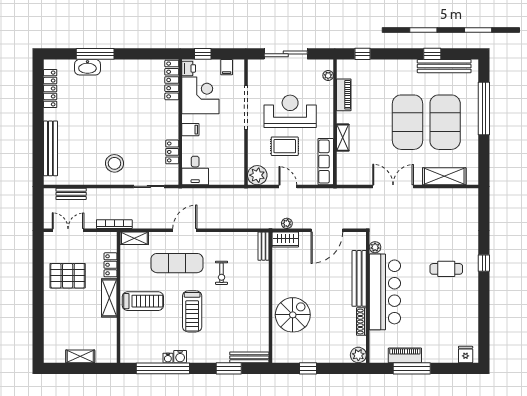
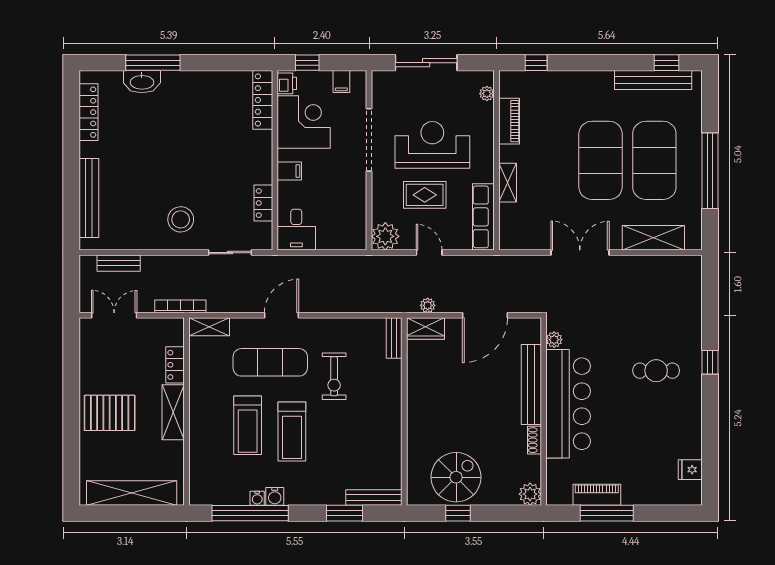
window: (432, 54) -> (667, 63), moved
window: (484, 108) -> (710, 171), moved
exercise bike: (222, 273) -> (334, 376), width x1.38, depth x1.39
pallet: (68, 276) -> (110, 413), moved
treadmill: (143, 301) -> (248, 425), moved, turned 90
spiral stairs: (293, 315) -> (456, 477), moved
shoe rack: (361, 322) -> (534, 440), width x0.70
fridge: (466, 354) -> (690, 470), moved, turned -90
shelving: (80, 356) -> (132, 493), width x2.20, depth x1.33

